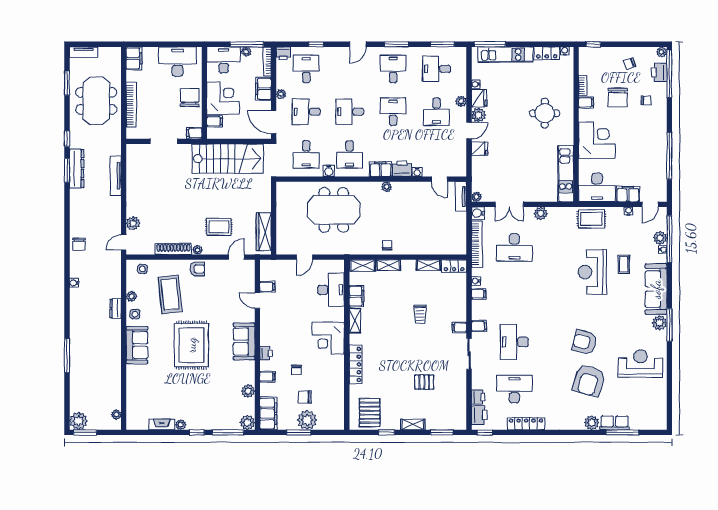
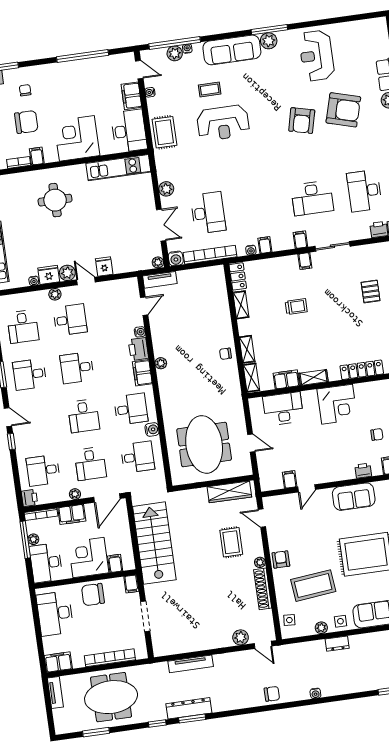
window: (316, 44) -> (11, 442), moved
tv unit: (83, 52) -> (55, 692), moved
meeting table: (334, 210) -> (204, 444), moved

